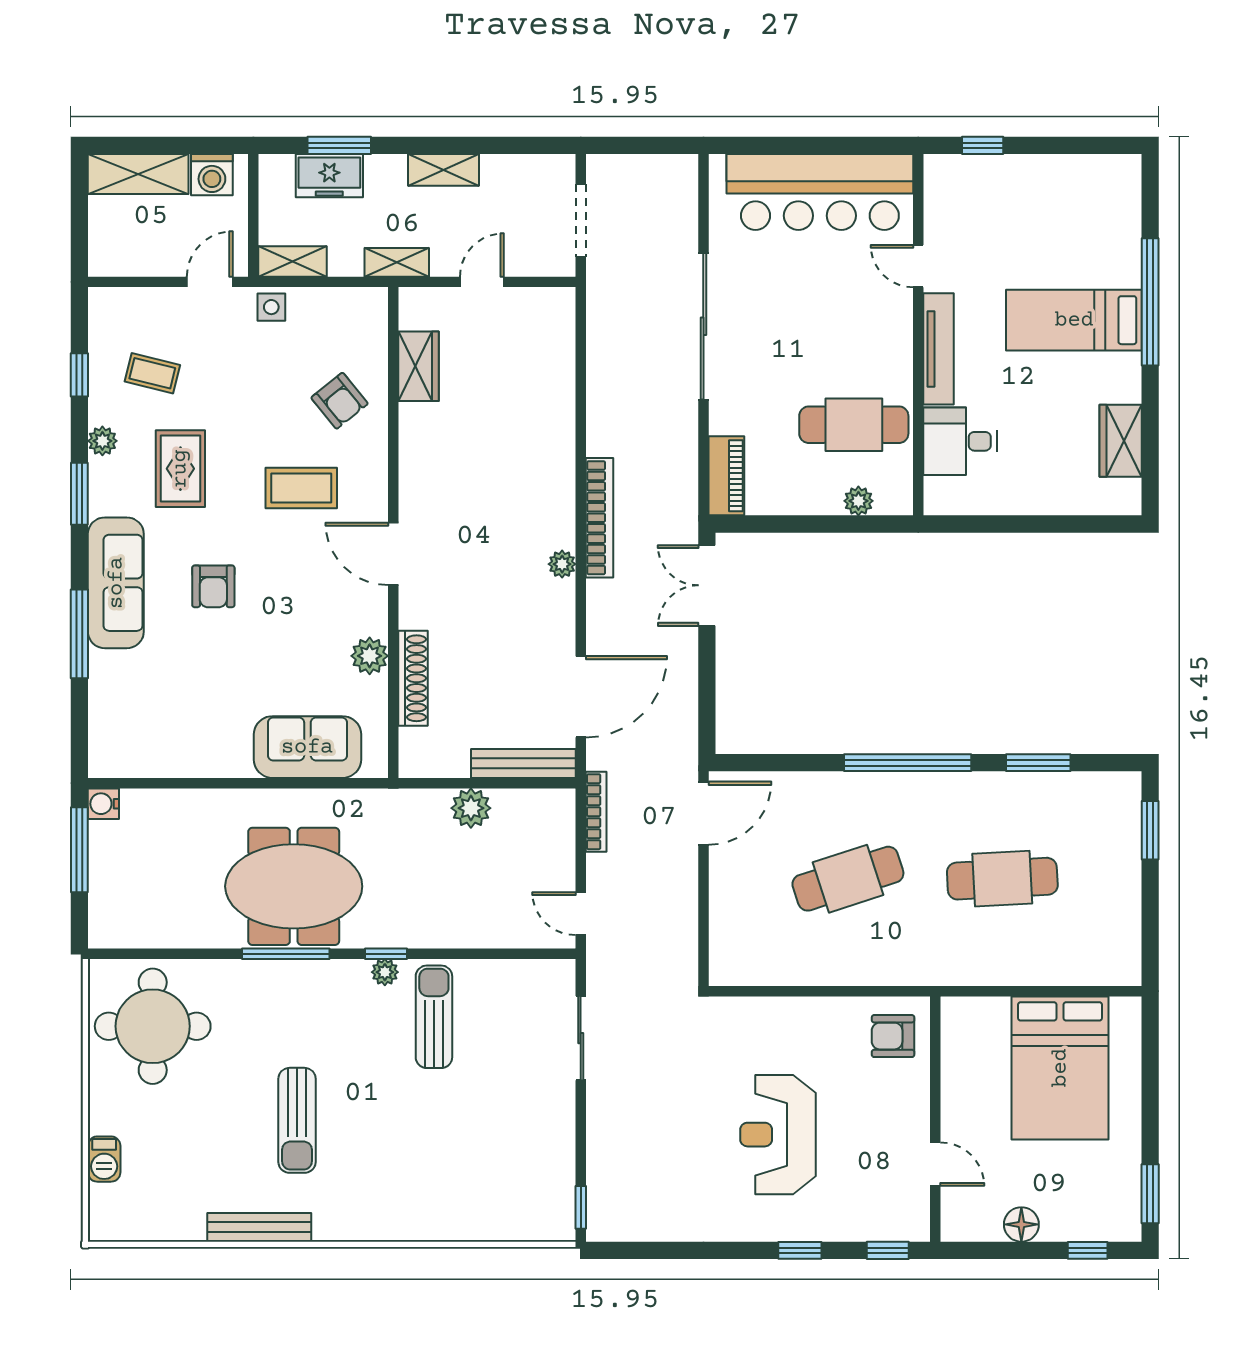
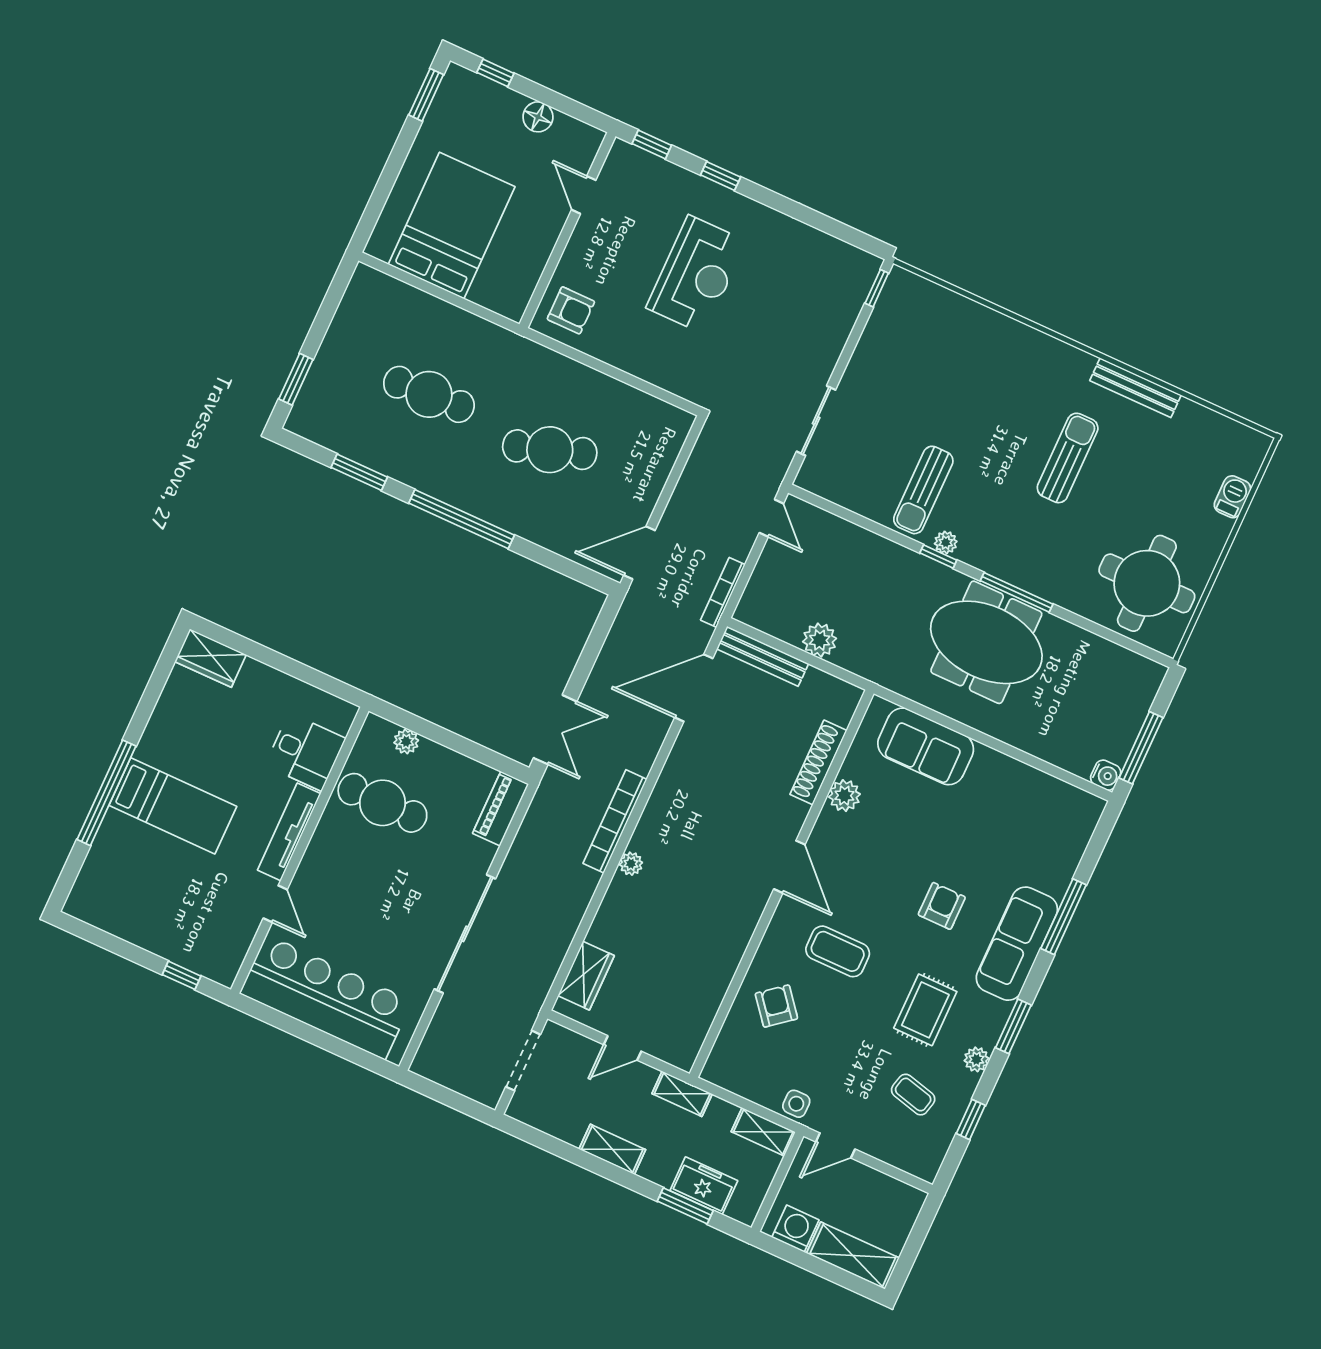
wardrobe: (418, 366) -> (586, 976), moved, turned 180
wardrobe: (1121, 441) -> (210, 658), moved, turned 90
plant: (562, 564) -> (631, 864), moved

